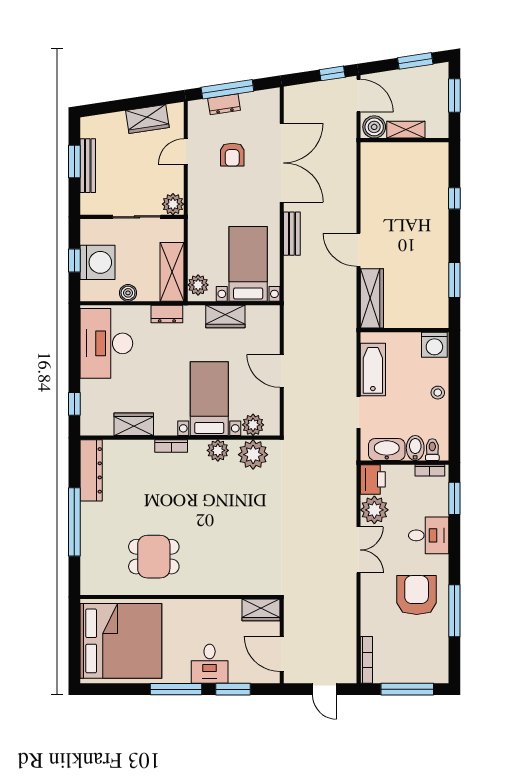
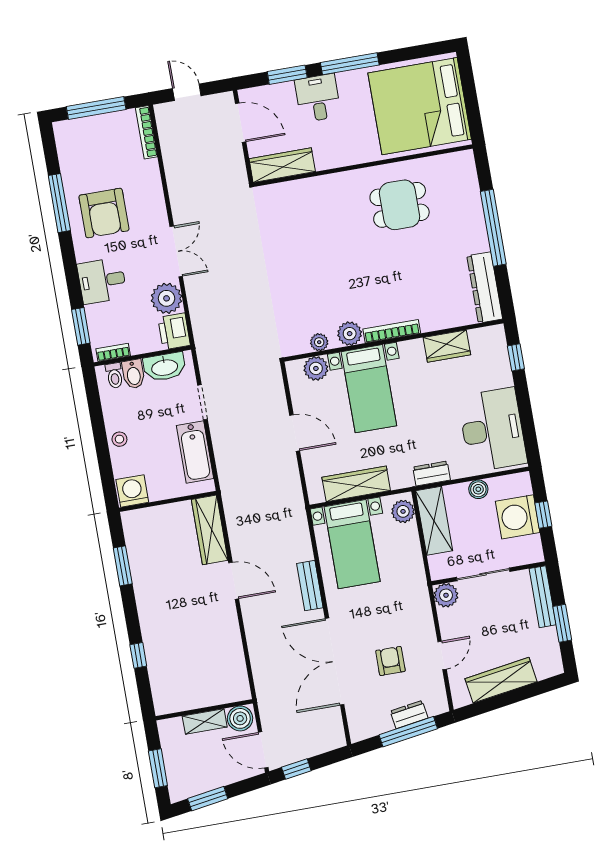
wardrobe: (147, 119) -> (501, 680), width x1.50
bench: (88, 166) -> (543, 597), moved
wardrobe: (225, 317) -> (356, 484), width x1.50
bookcase: (171, 446) -> (392, 331), width x1.56
plant: (253, 455) -> (319, 342), width x0.53, depth x0.53
double door: (359, 550) -> (176, 251), swing flipped
wardrobe: (261, 610) -> (282, 165), width x1.50

